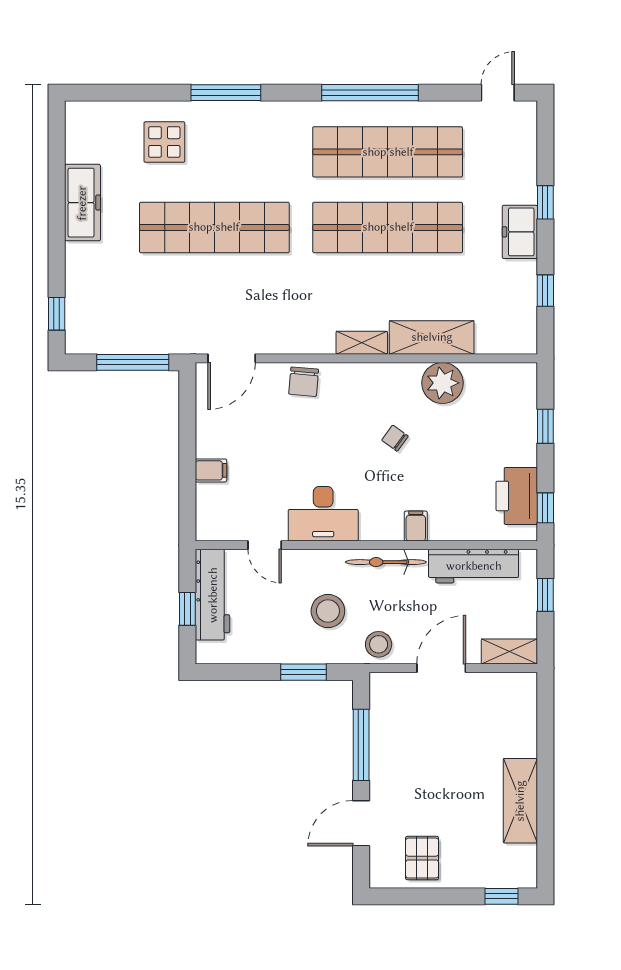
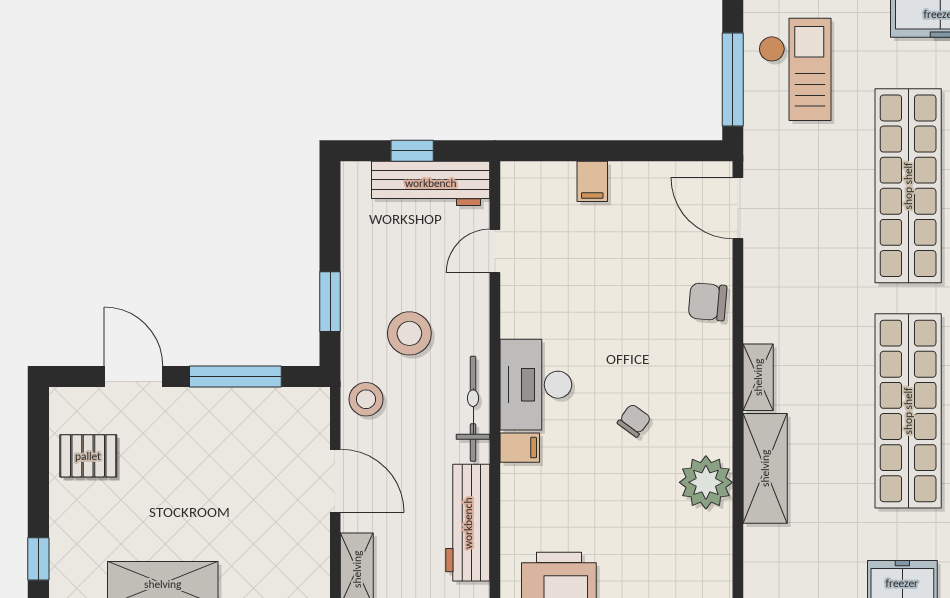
checkout: (125, 315) -> (795, 69), added
desk: (323, 514) -> (536, 385), moved

